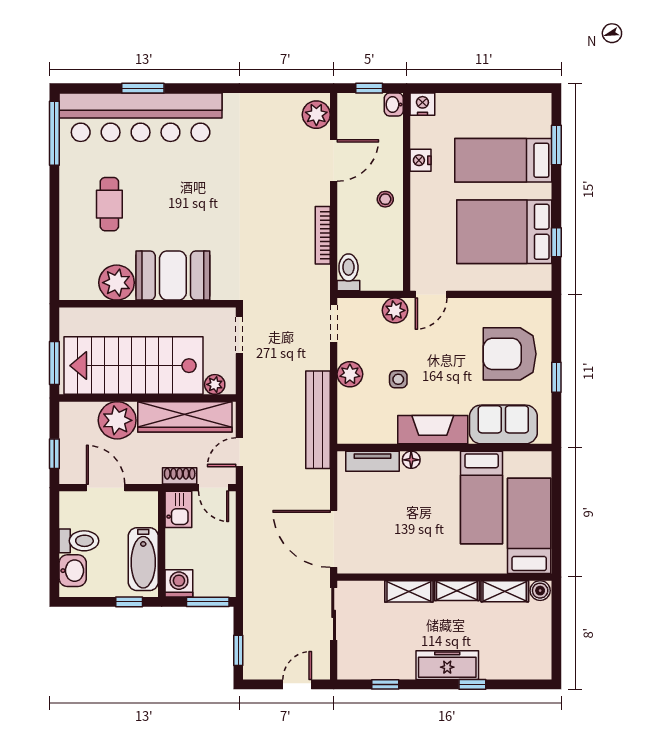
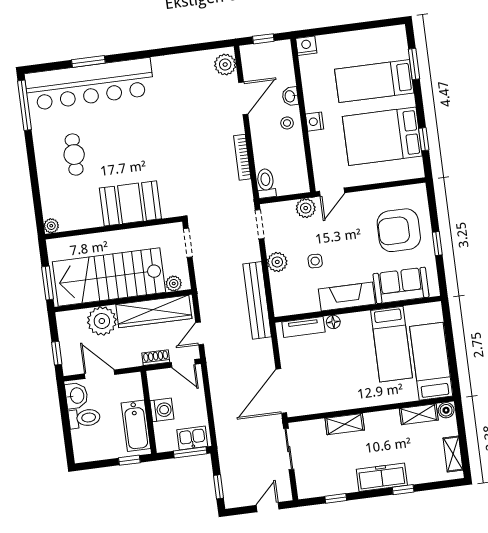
washbasin: (394, 105) -> (290, 96), moved
nightstand: (421, 160) -> (315, 122), moved
plant: (117, 283) -> (51, 226), moved, width x0.53, depth x0.53
kitchen sink: (178, 509) -> (192, 438), moved, turned -90
door: (334, 539) -> (281, 391), hinge flipped
washbasin: (73, 571) -> (76, 396), moved
washing machine: (179, 583) -> (162, 410), moved, turned 90
shelving: (457, 591) -> (453, 454), moved, turned 90

